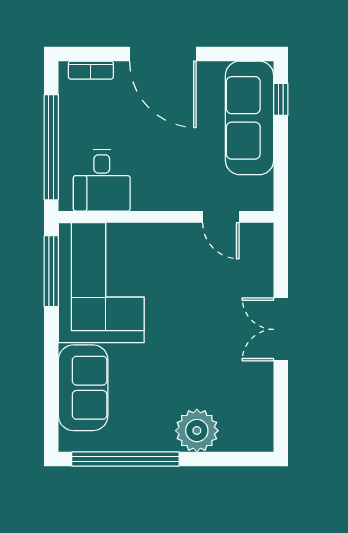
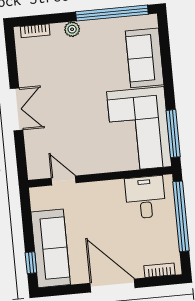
plant: (197, 431) -> (72, 29), width x0.53, depth x0.53
bookcase: (242, 443) -> (35, 31), added

